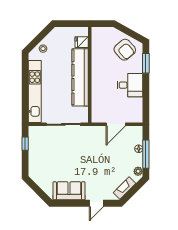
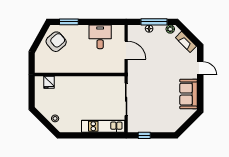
kitchen counter: (80, 77) -> (82, 84), removed
desk: (130, 85) -> (100, 37), moved
kitchen unit: (35, 91) -> (103, 126), width x0.73

